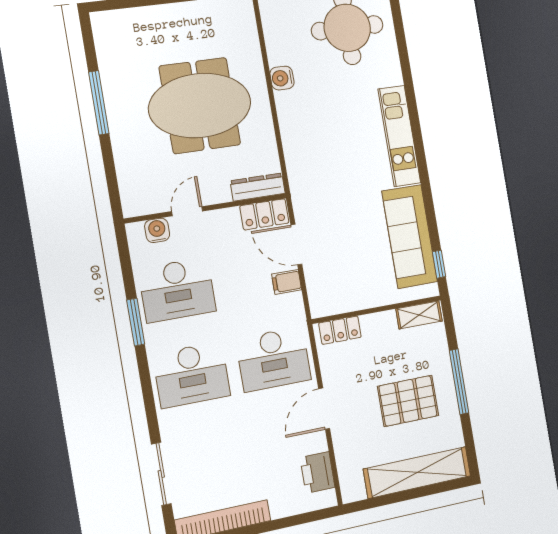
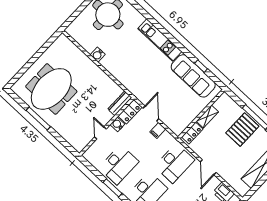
meeting table: (200, 106) -> (51, 89), moved
water cooler: (157, 230) -> (117, 124), moved
door: (296, 245) -> (151, 114), swing flipped
window: (439, 264) -> (201, 66), moved
shelving: (419, 315) -> (207, 117), moved
pallet: (408, 401) -> (242, 130), moved

